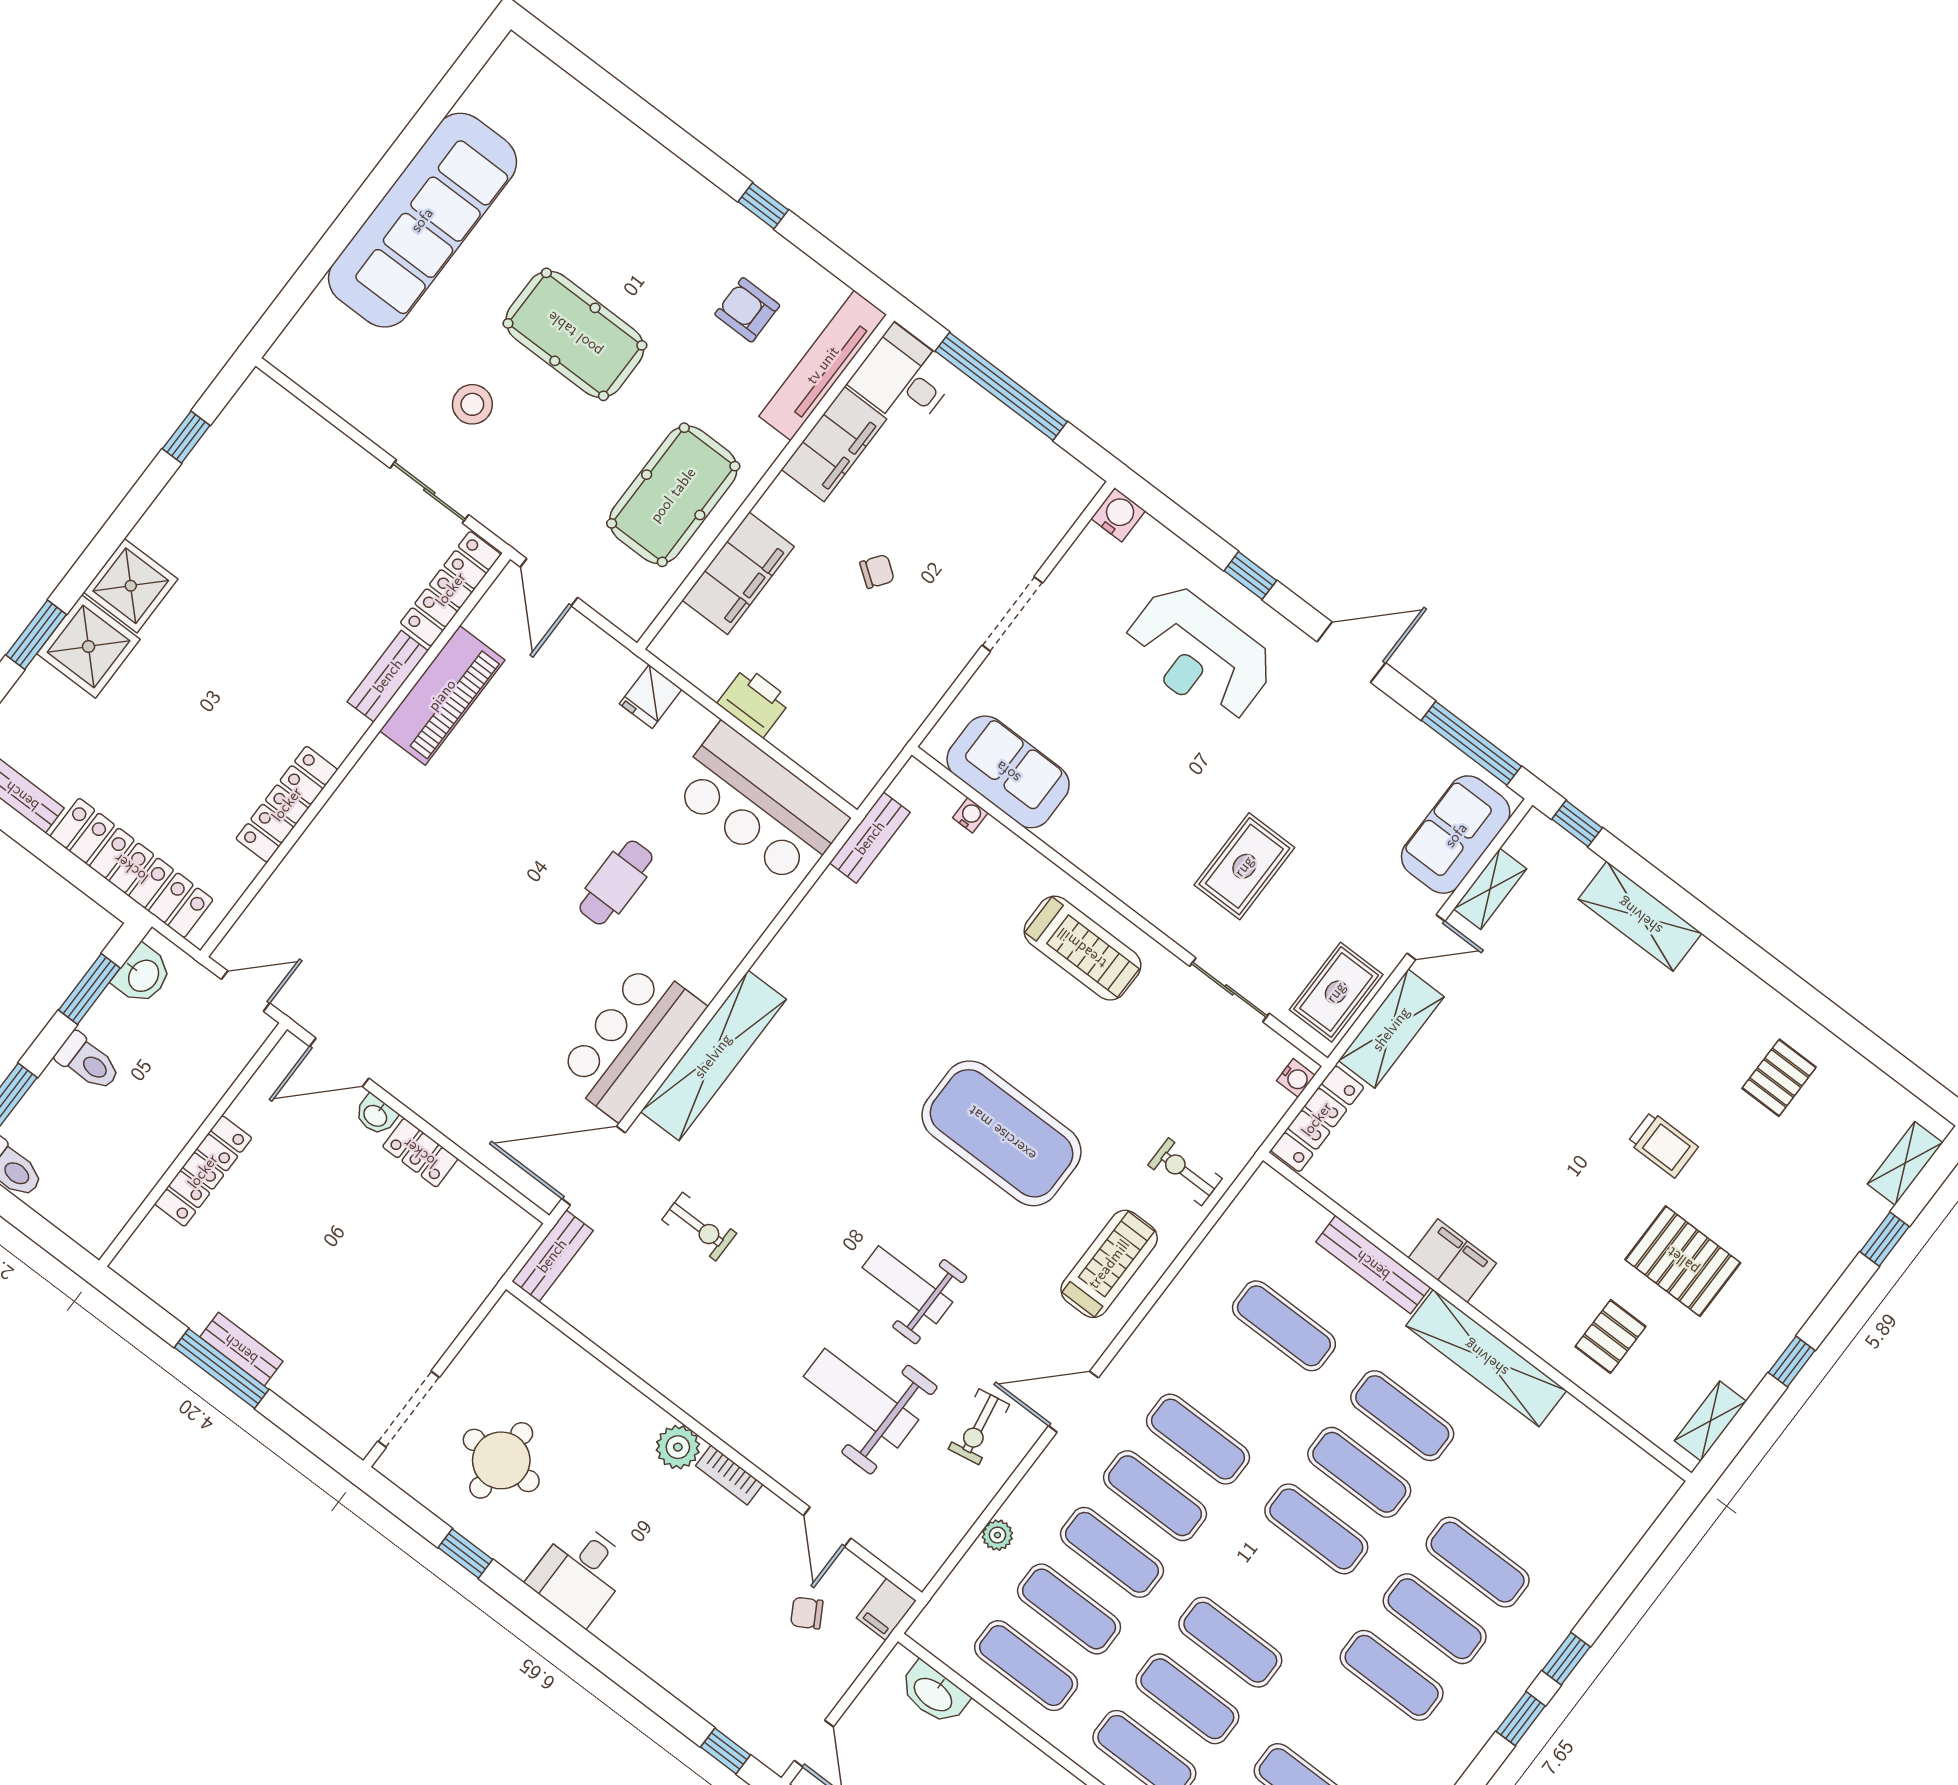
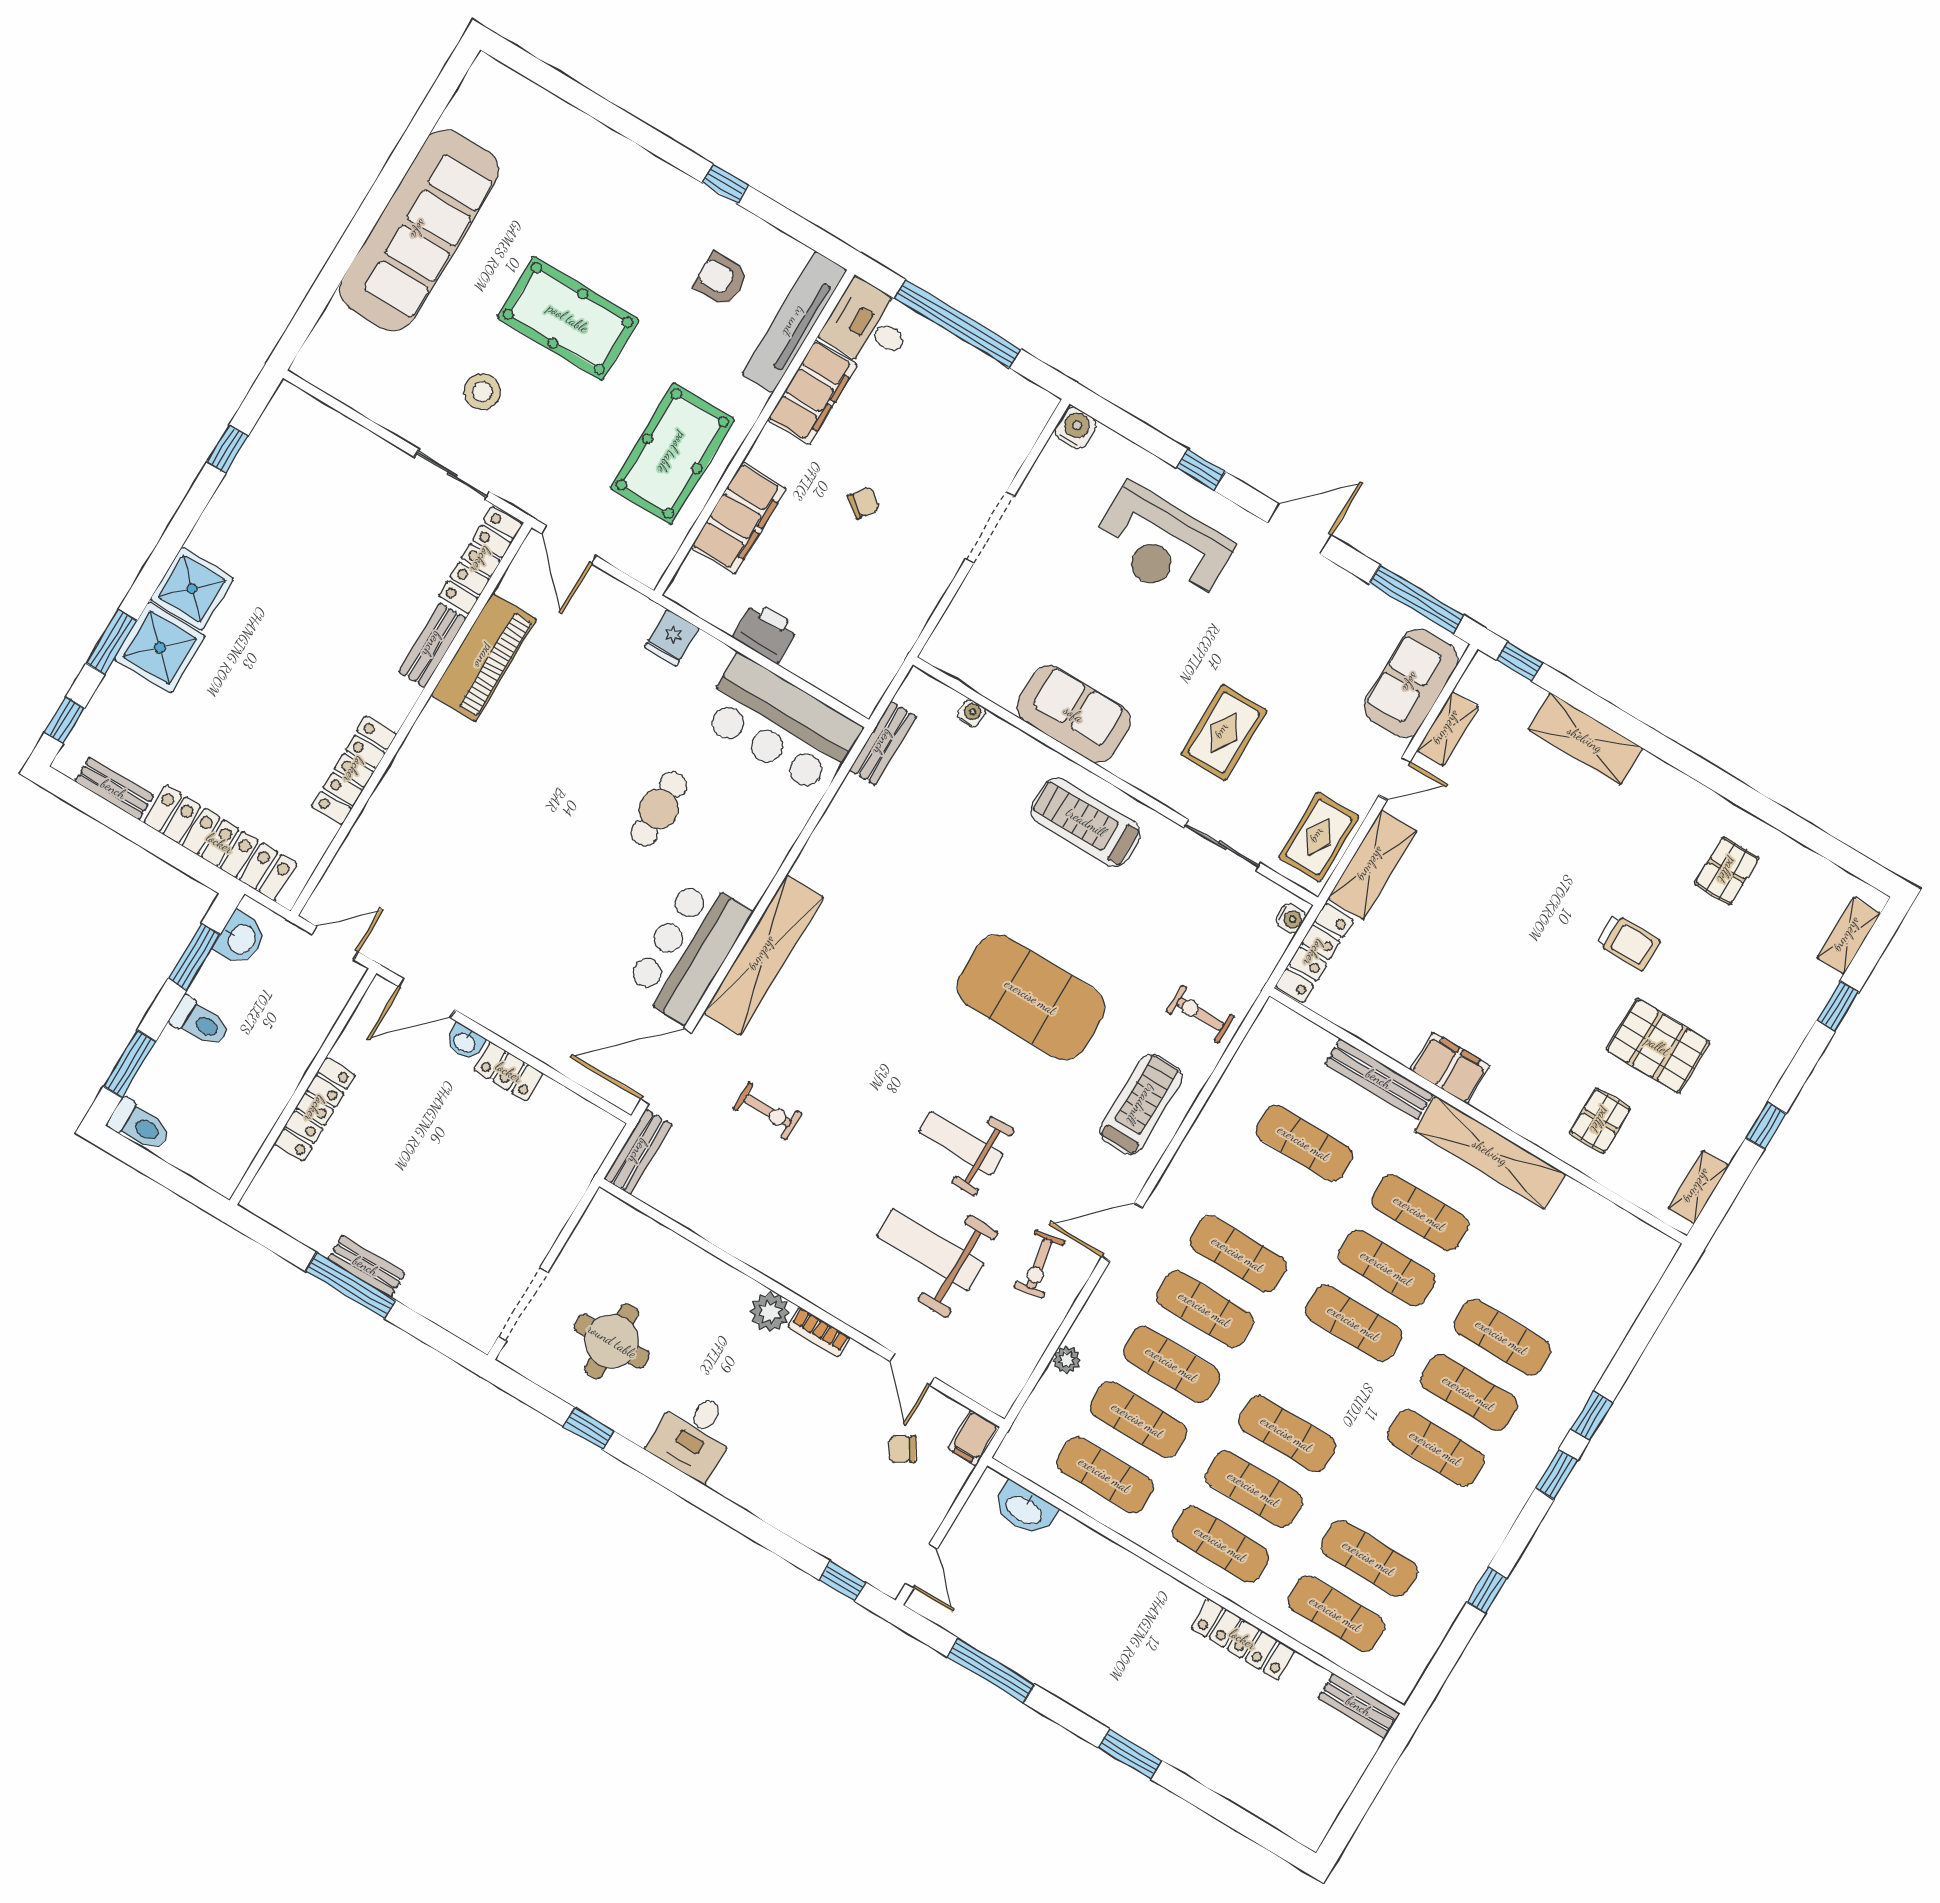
sofa: (1008, 772) -> (1074, 714), moved
treadmill: (1082, 948) -> (1086, 822), turned 180

